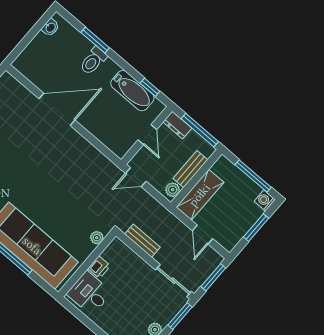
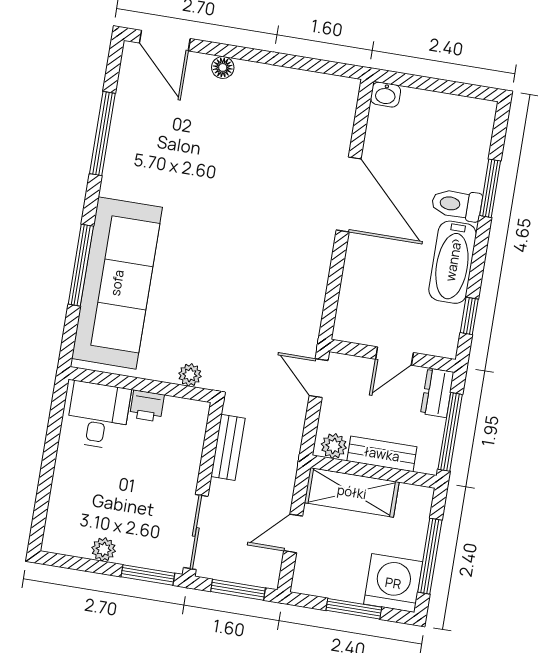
washbasin: (50, 27) -> (386, 95), moved
bathtub: (132, 91) -> (453, 262), moved
washing machine: (265, 201) -> (393, 583), width x1.89, depth x1.89

